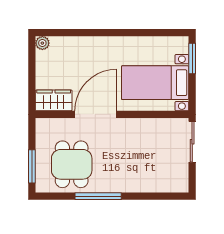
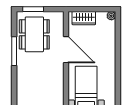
wardrobe: (54, 100) -> (84, 18), moved, turned 90
dining table: (72, 164) -> (34, 34), width x1.38

